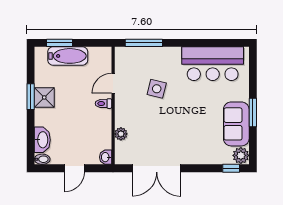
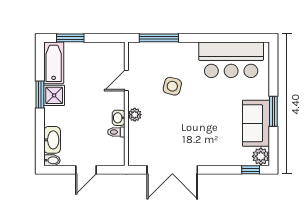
bathtub: (68, 56) -> (54, 63), moved, turned -90
toilet: (103, 104) -> (116, 132), moved
plant: (121, 134) -> (135, 115), moved
washbasin: (106, 157) -> (119, 118), moved

